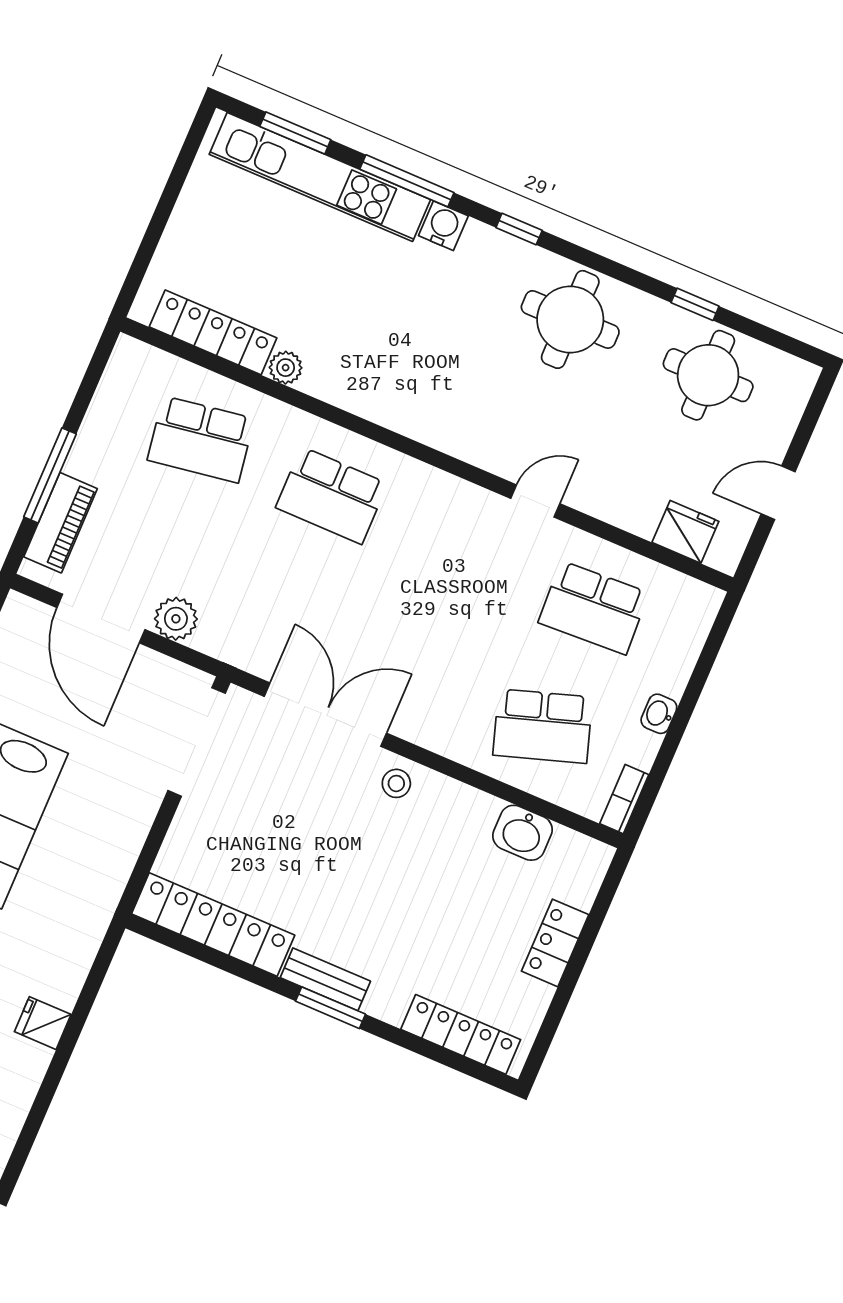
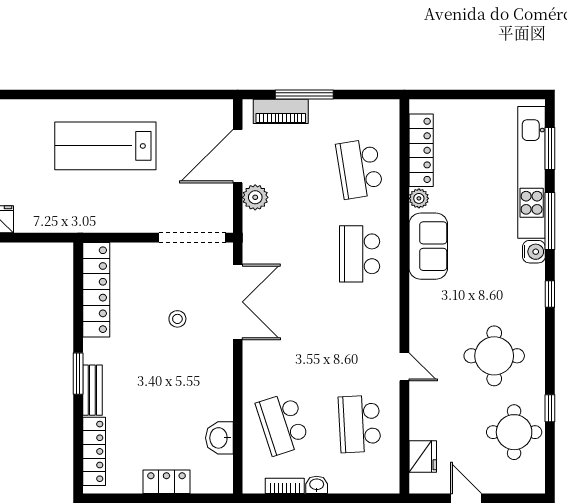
round table: (570, 319) -> (494, 356), moved
sofa: (365, 385) -> (428, 246), added
stool: (396, 783) -> (177, 319), moved
bookcase: (624, 799) -> (285, 486), moved
bench: (325, 979) -> (92, 390), moved

